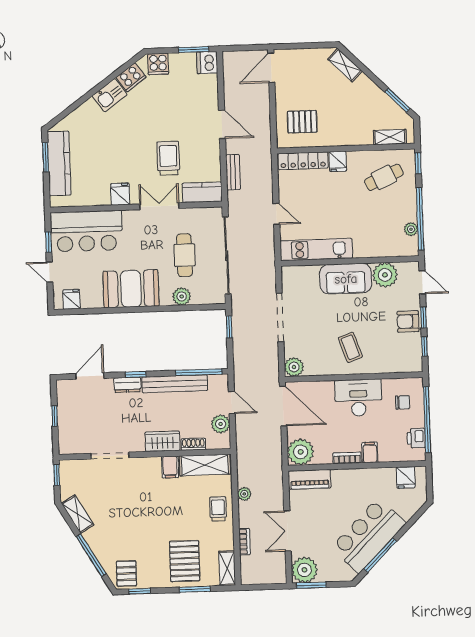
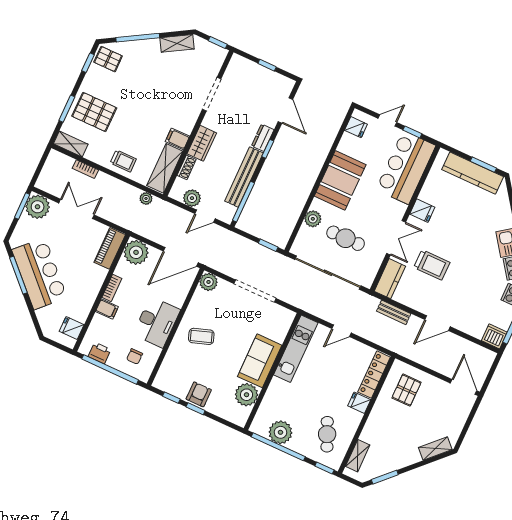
plant: (411, 229) -> (280, 432), width x1.87, depth x1.87
door: (422, 282) -> (225, 422), removed
plant: (244, 494) -> (146, 198), moved

